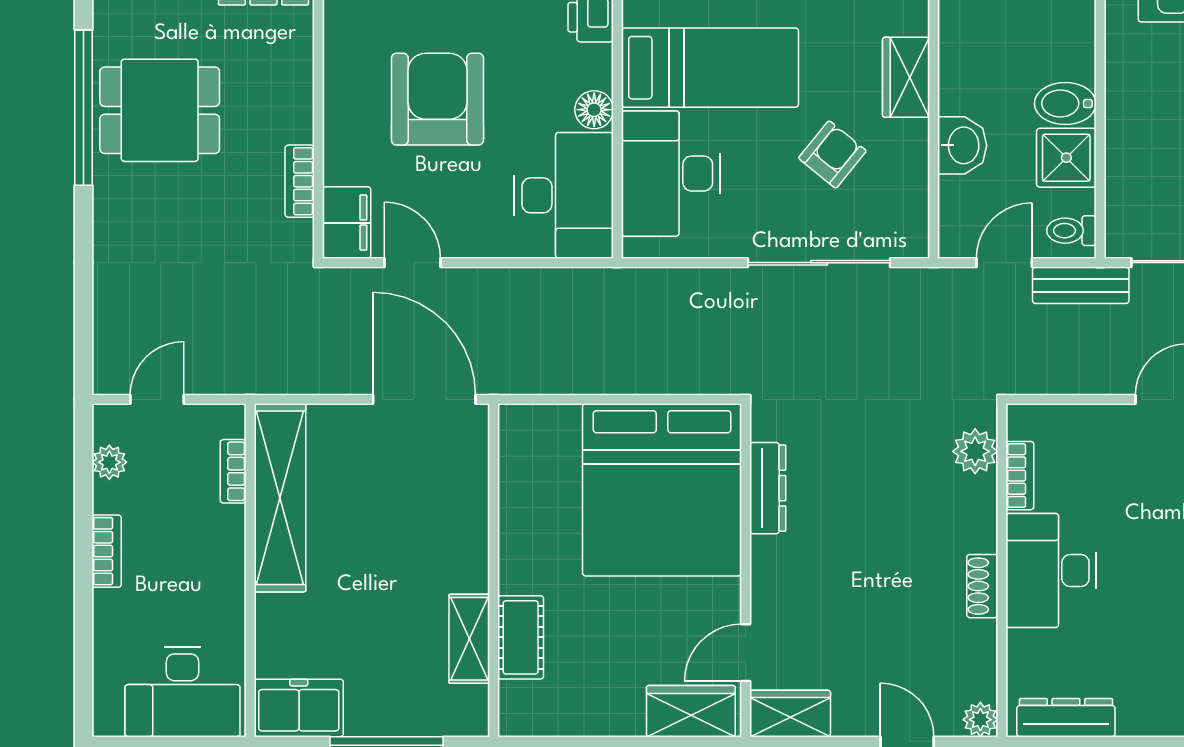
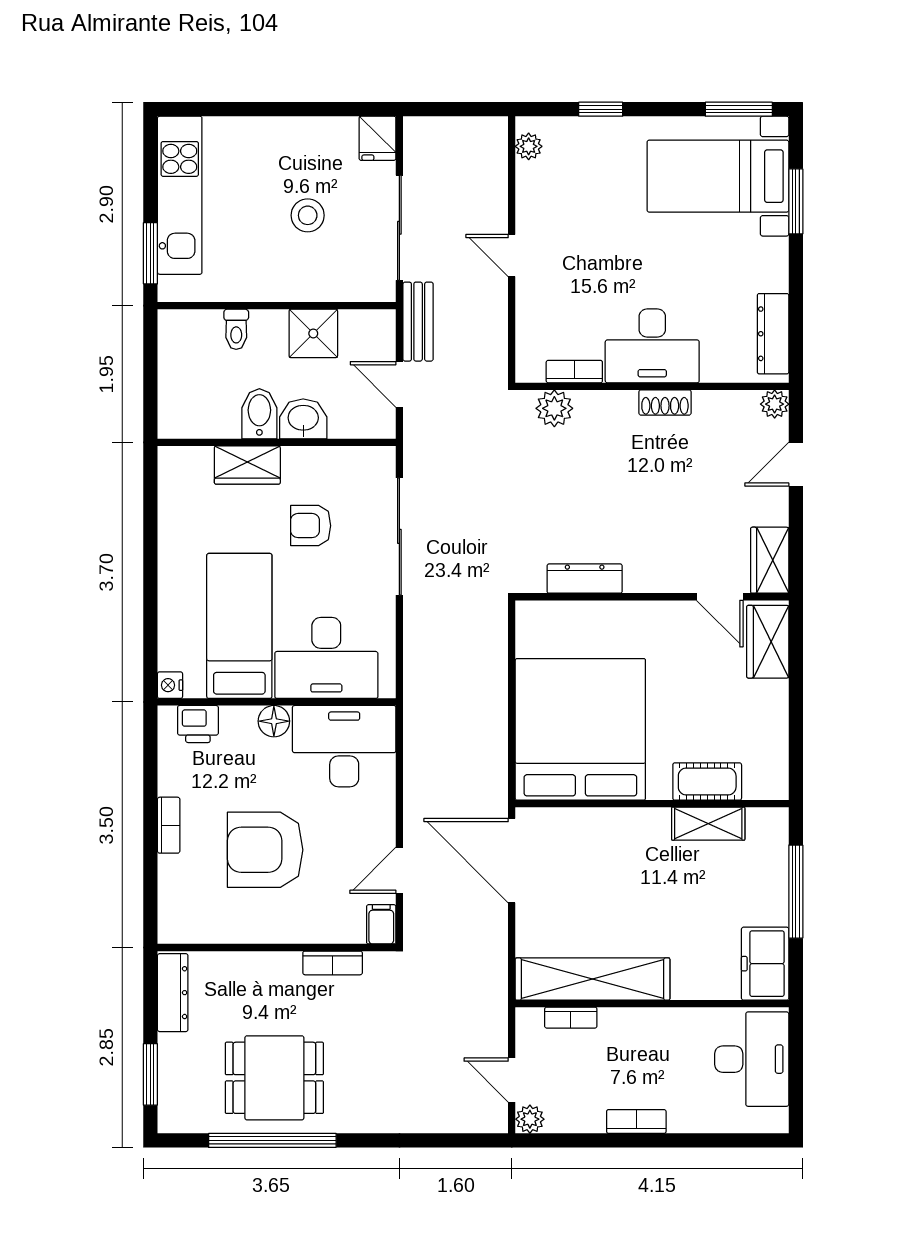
bidet: (1065, 104) -> (259, 414), moved, turned 180
dining table: (160, 110) -> (274, 1078), turned 90
armchair: (832, 154) -> (311, 526), turned -39
filing cabinet: (347, 223) -> (381, 924), width x0.50
toilet: (1071, 231) -> (236, 329), moved
door: (424, 399) -> (512, 861), hinge flipped
plant: (109, 462) -> (530, 1119), moved
bed: (662, 490) -> (580, 729), moved, turned -90

